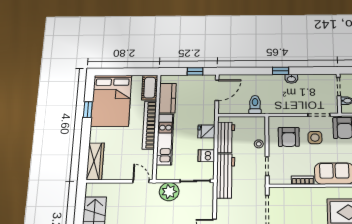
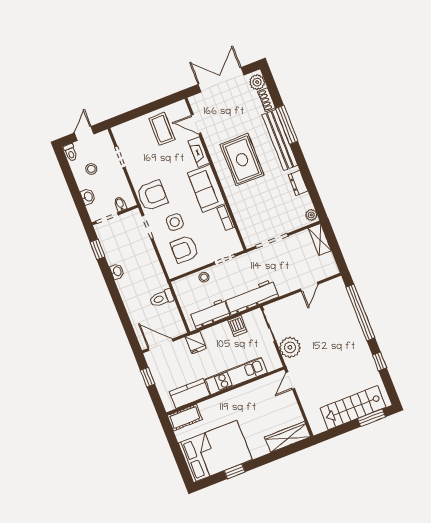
window: (280, 71) -> (97, 249), moved
bookcase: (149, 125) -> (227, 399), removed
fridge: (206, 131) -> (196, 343), moved
armchair: (289, 137) -> (184, 249), turned 180

